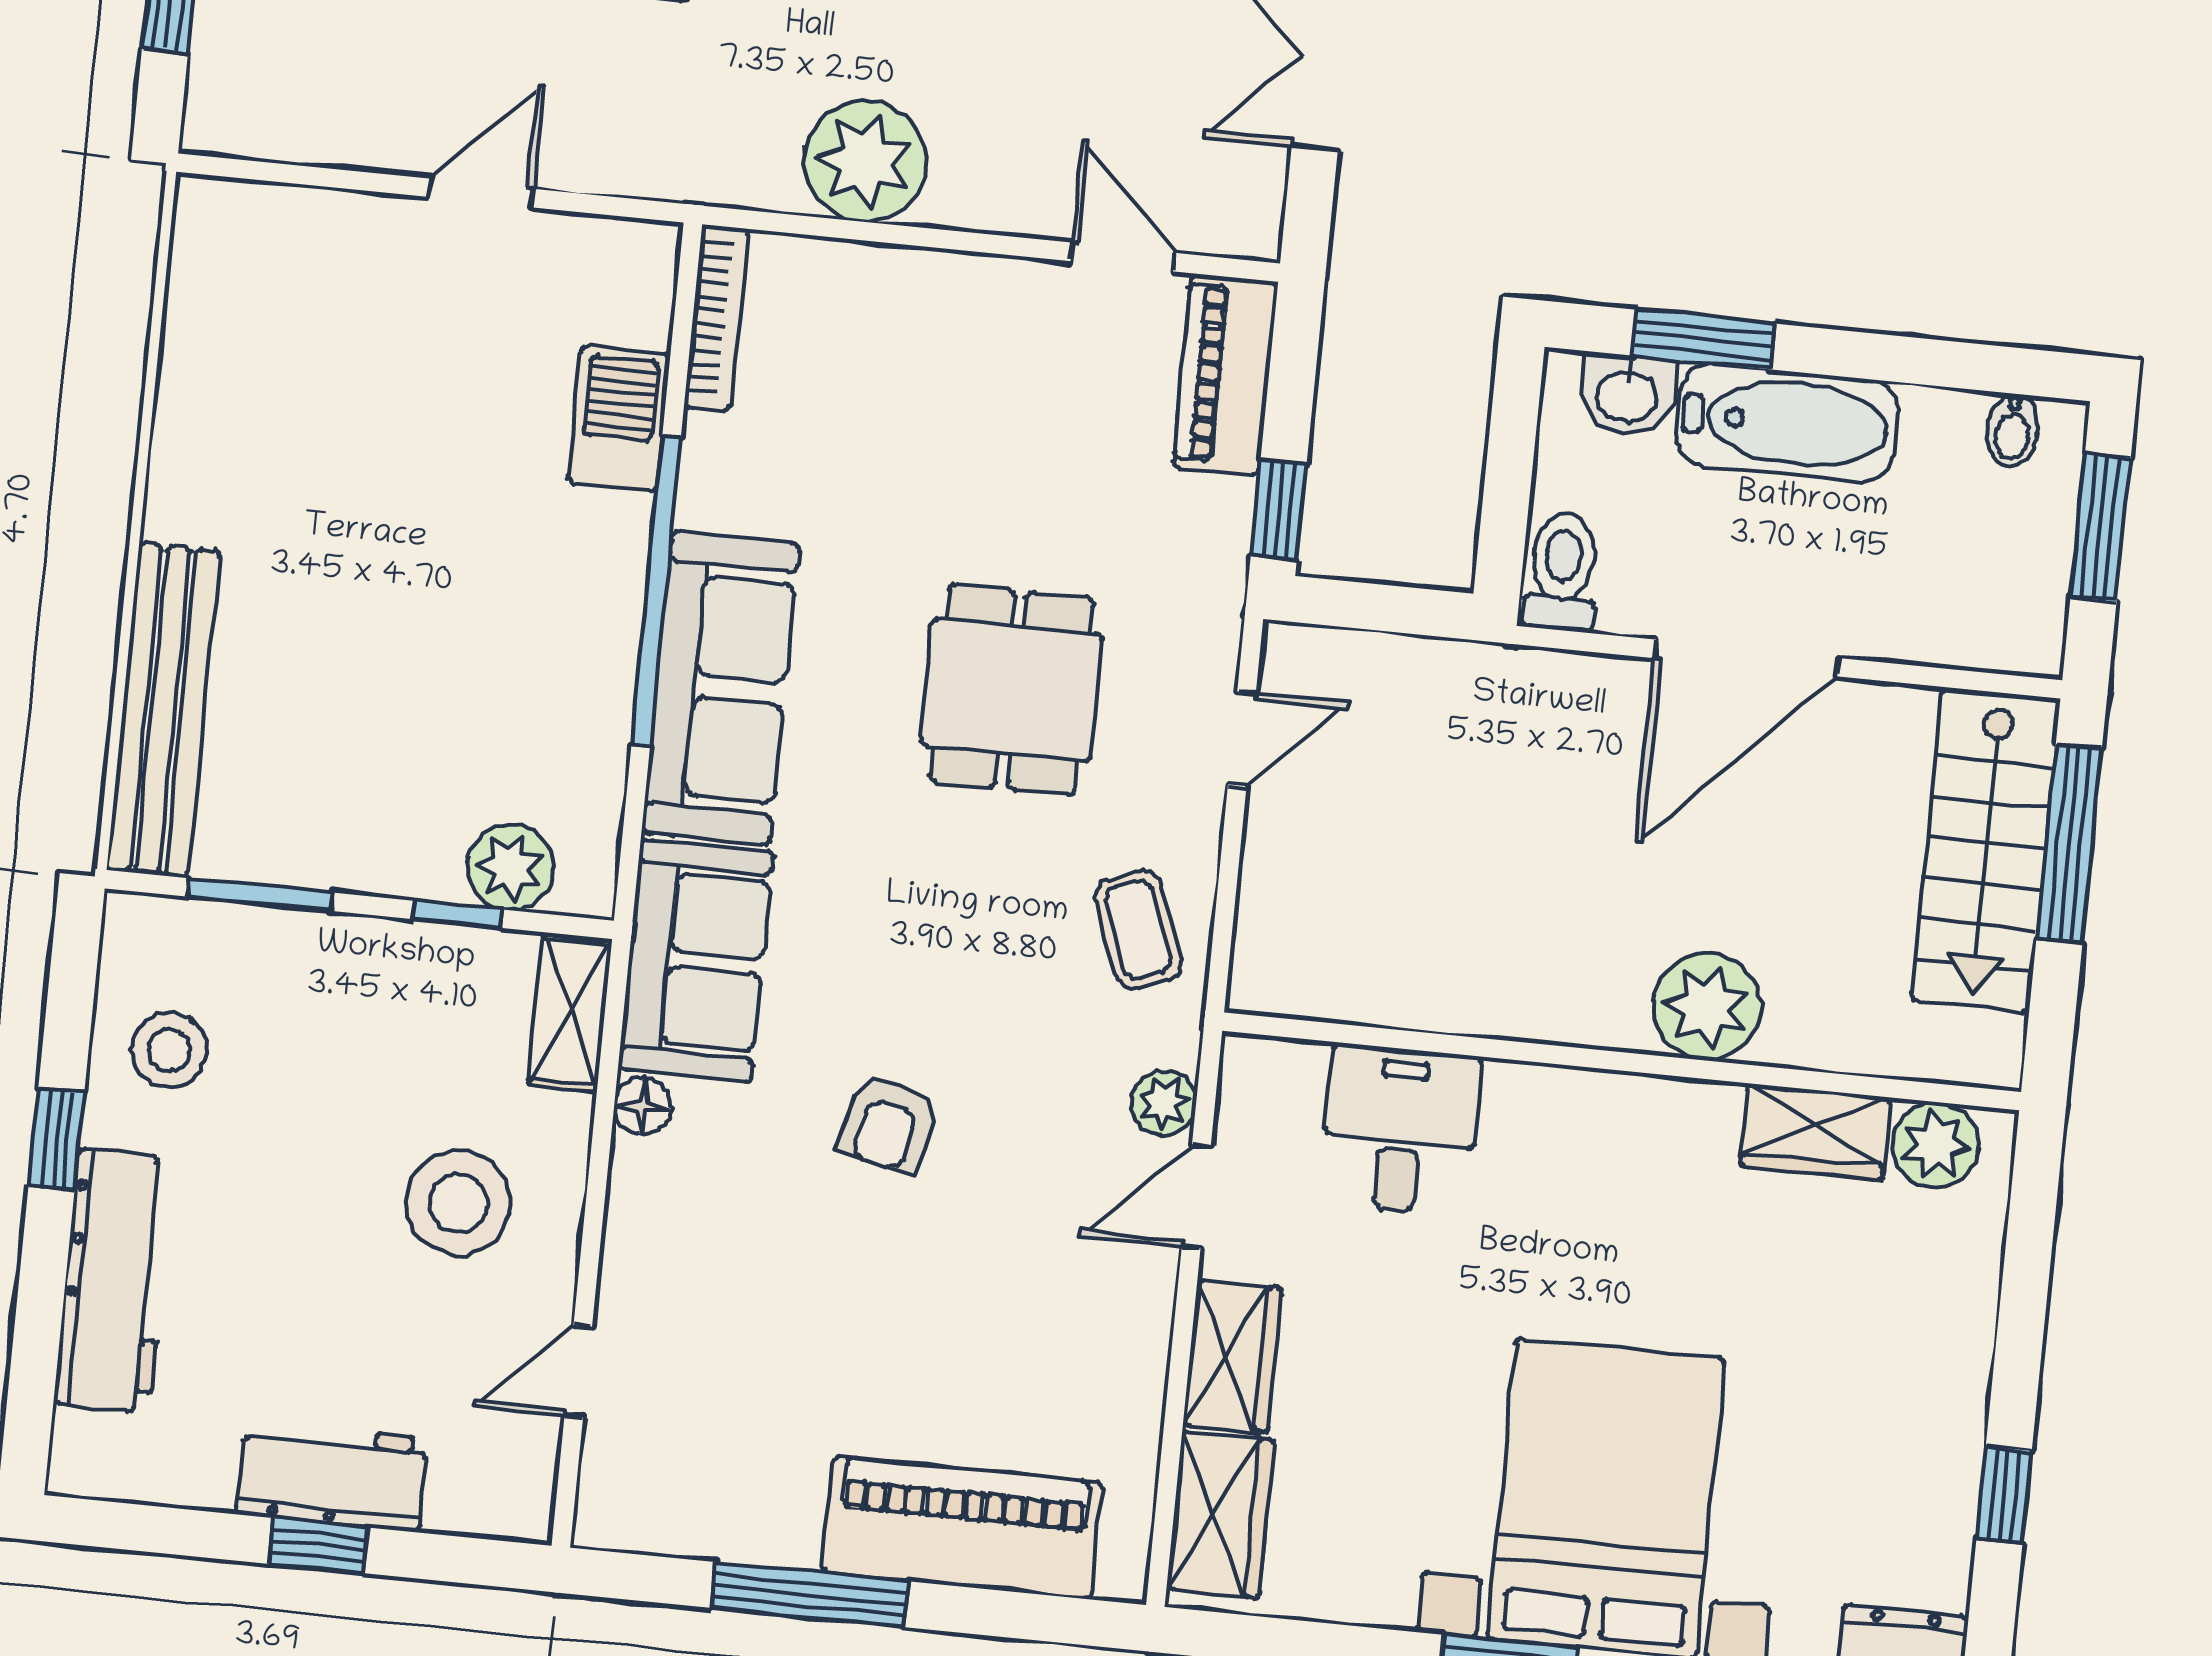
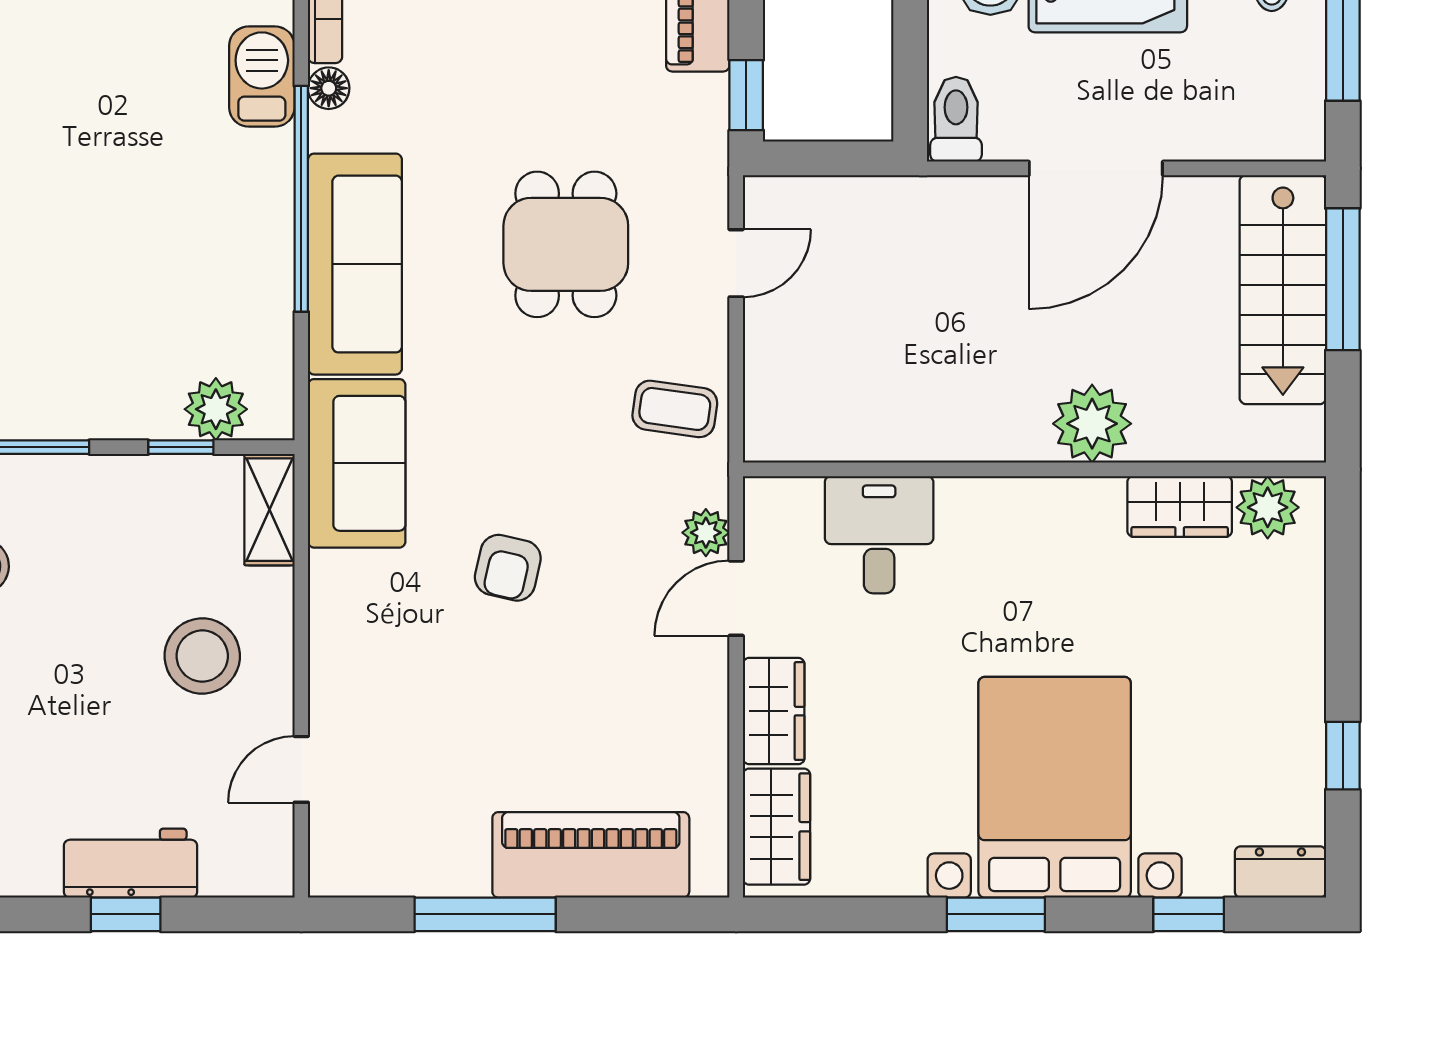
coffee table: (1138, 930) -> (675, 409), turned -61
floor lamp: (643, 1106) -> (329, 88), moved

